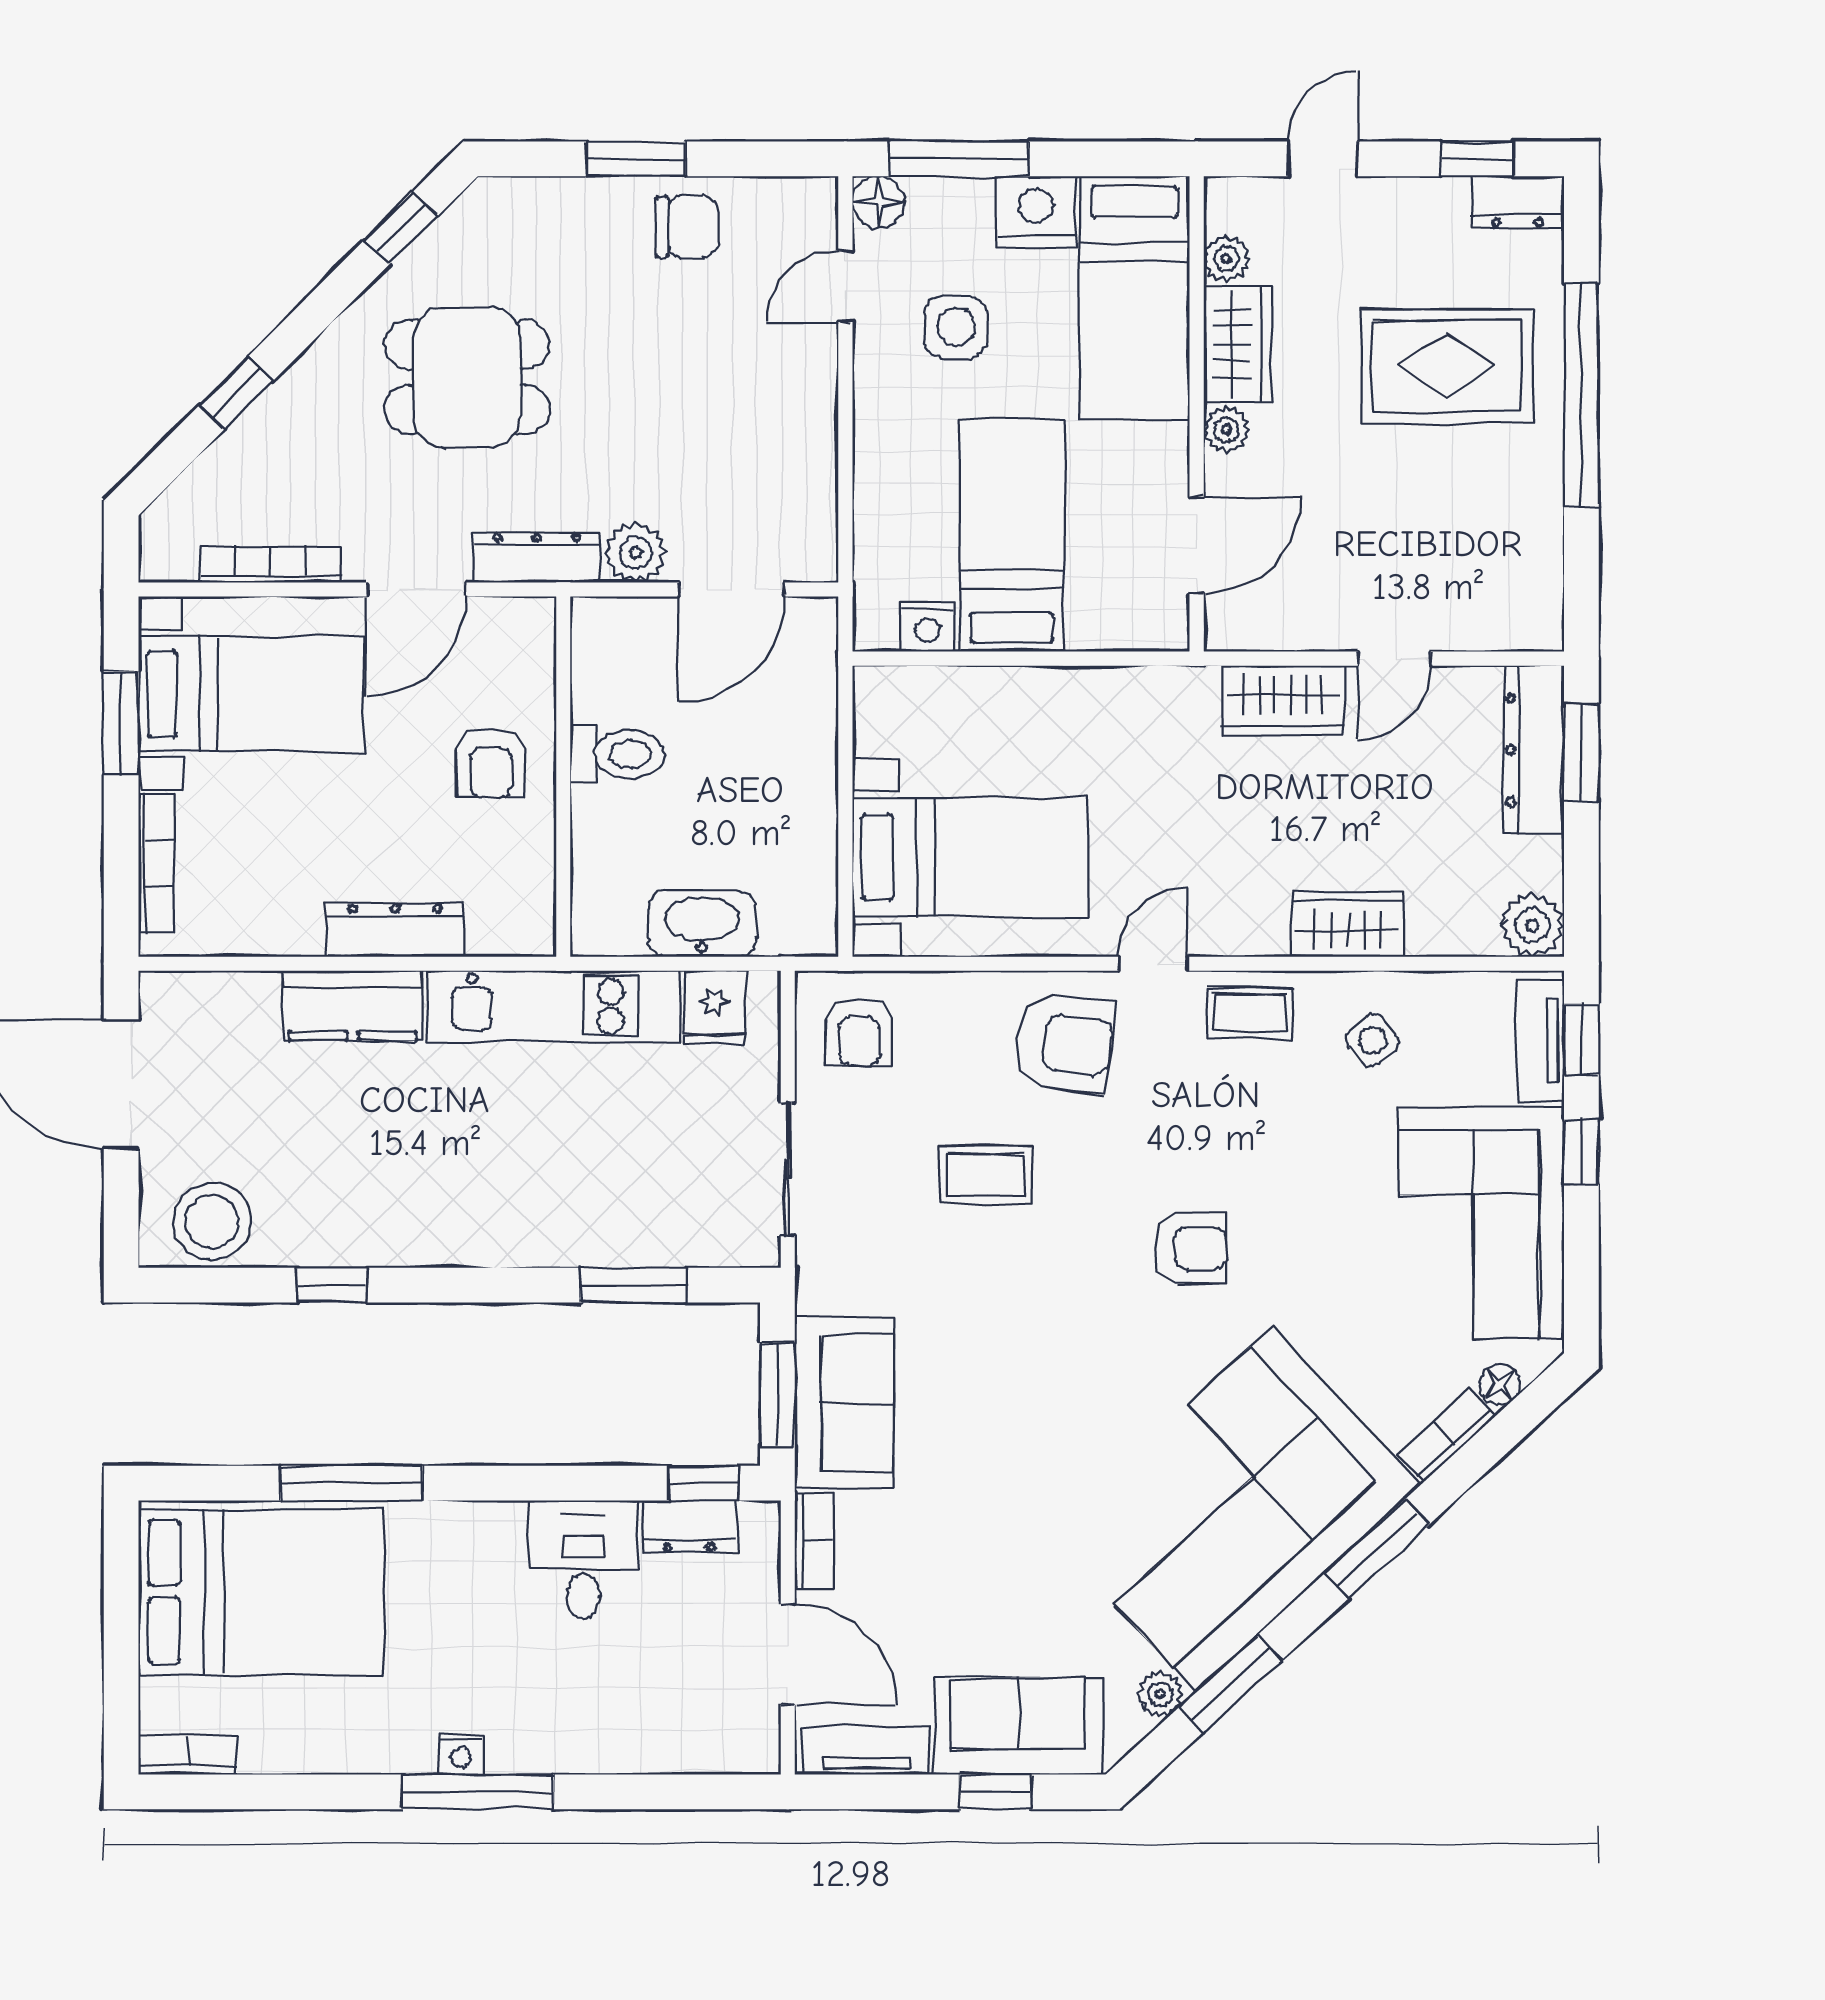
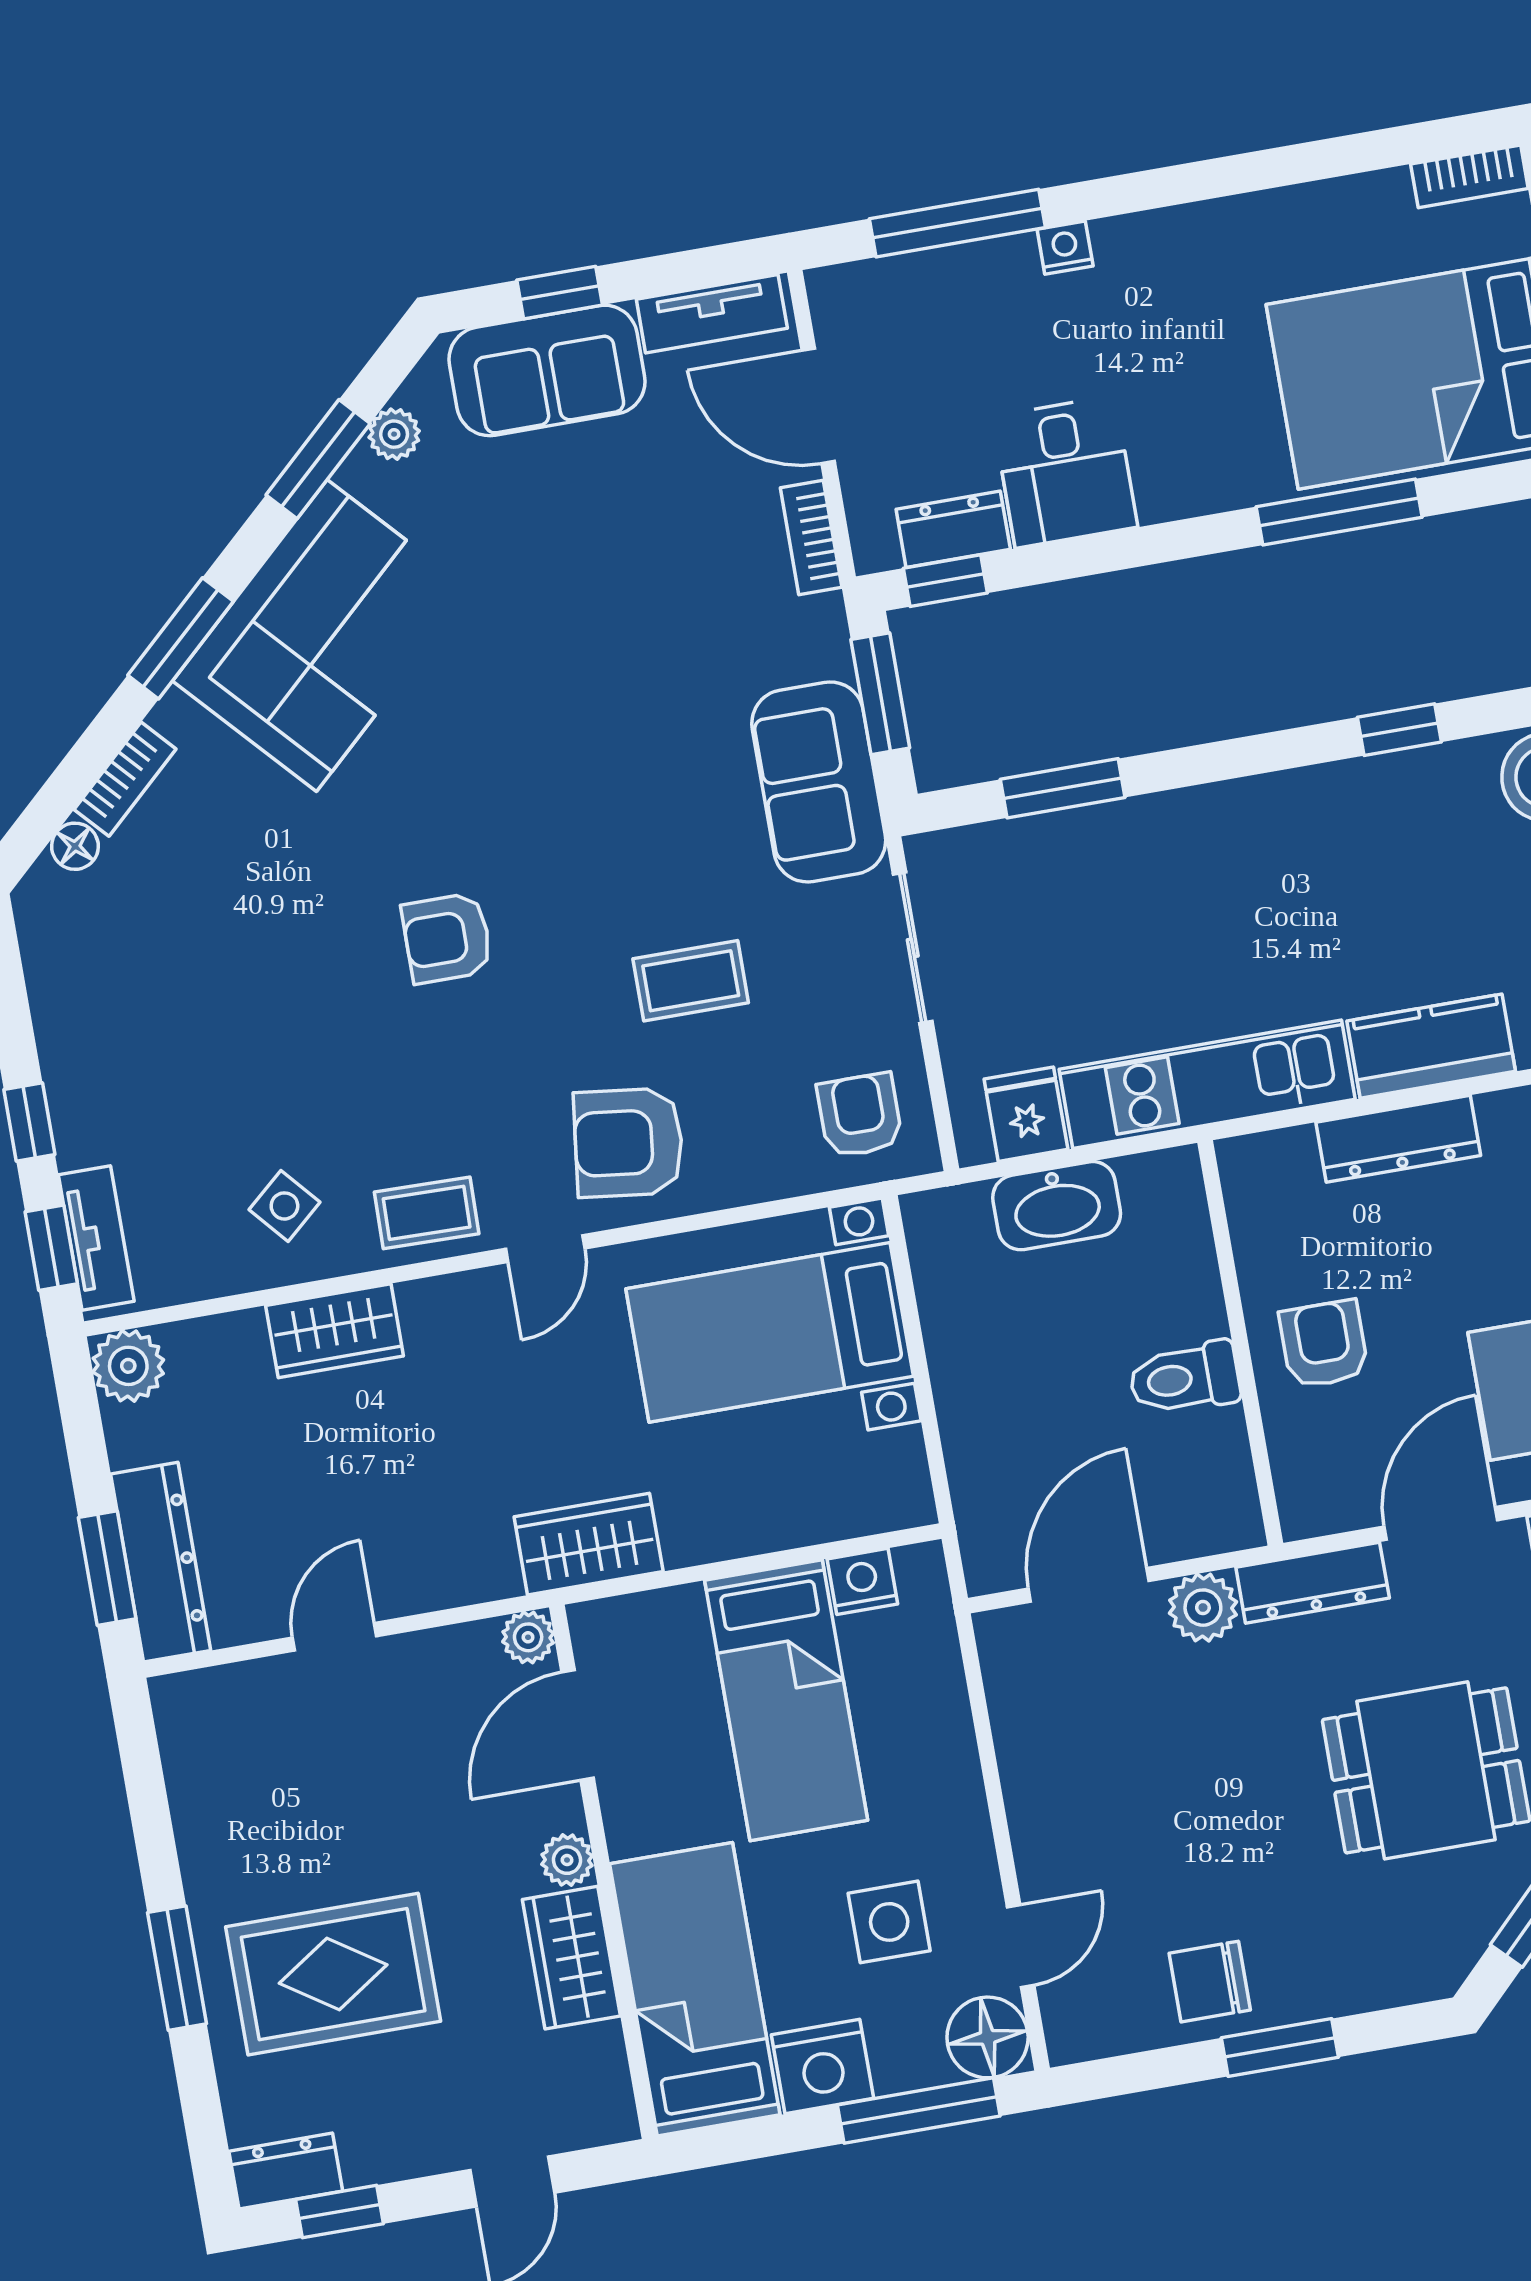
floor lamp: (878, 202) -> (988, 2037), width x1.38, depth x1.38
plant: (1226, 259) -> (528, 1637), moved
window: (1581, 395) -> (177, 1968), width x0.47
wardrobe: (1283, 701) -> (589, 1544), moved
corner sofa: (1481, 1222) -> (127, 1024), removed
sofa: (844, 1403) -> (819, 782), moved
corner sofa: (1234, 1509) -> (322, 636), width x0.73, depth x0.74
nightstand: (461, 1754) -> (1065, 248), moved
window: (478, 1792) -> (957, 223), moved

